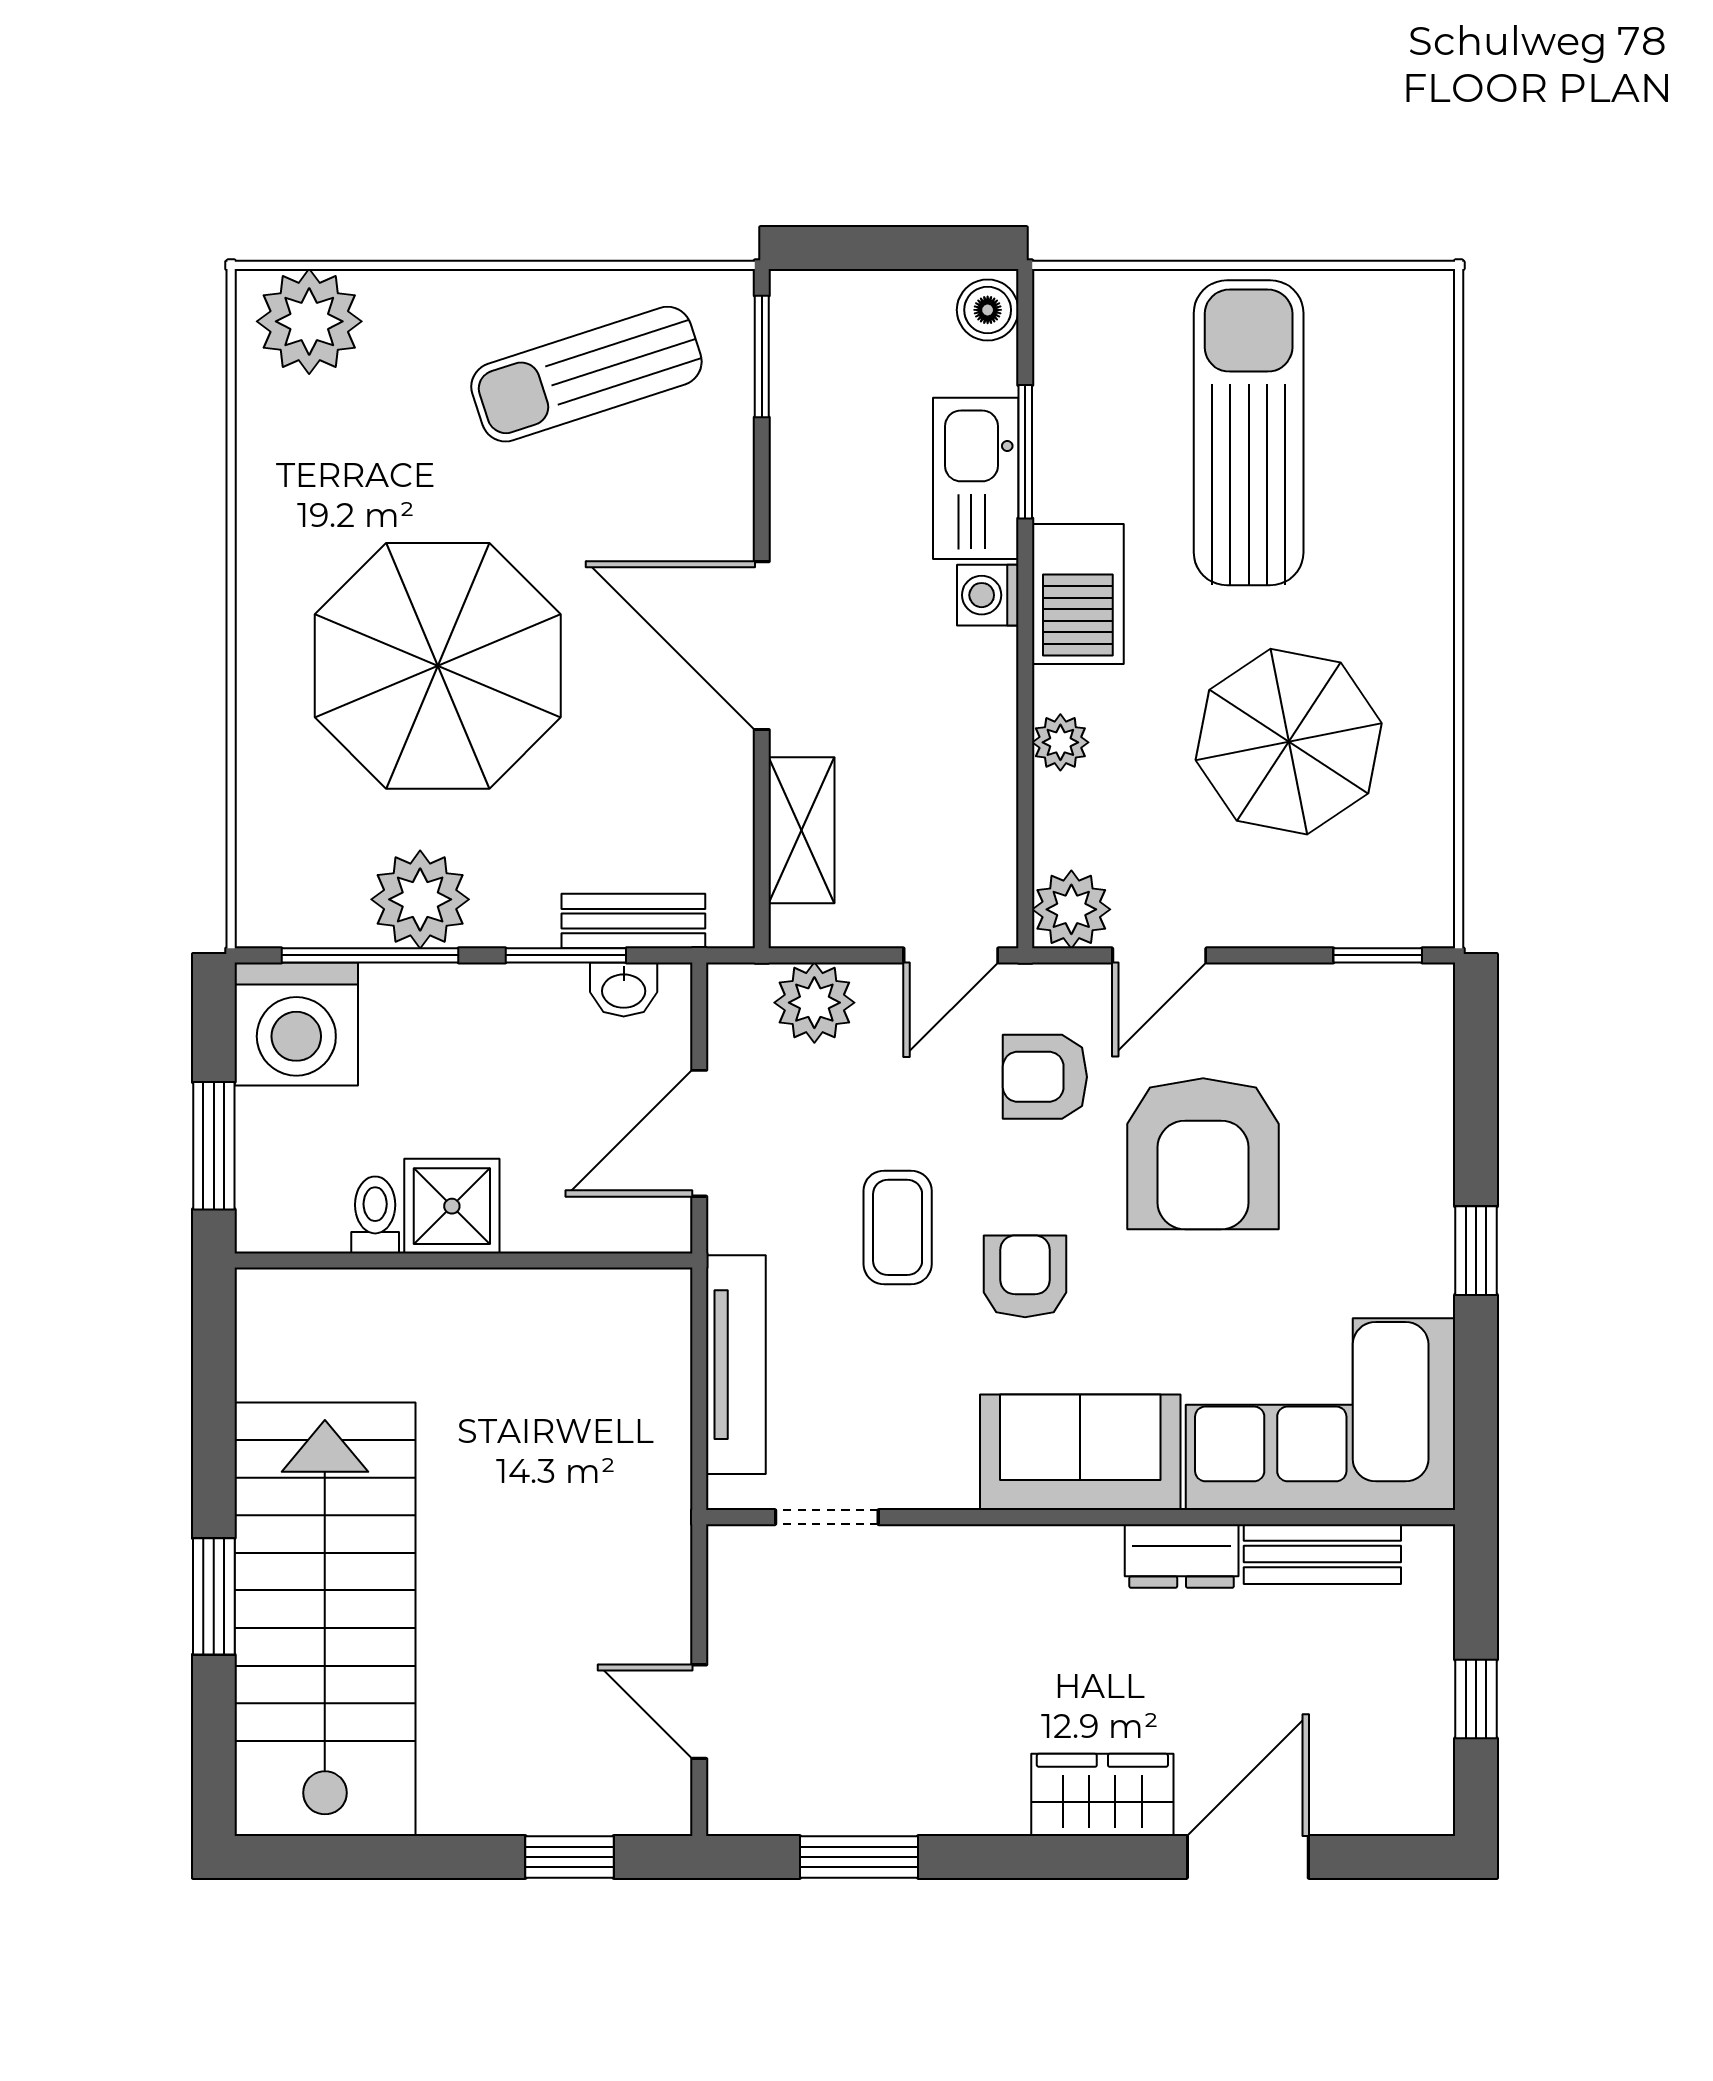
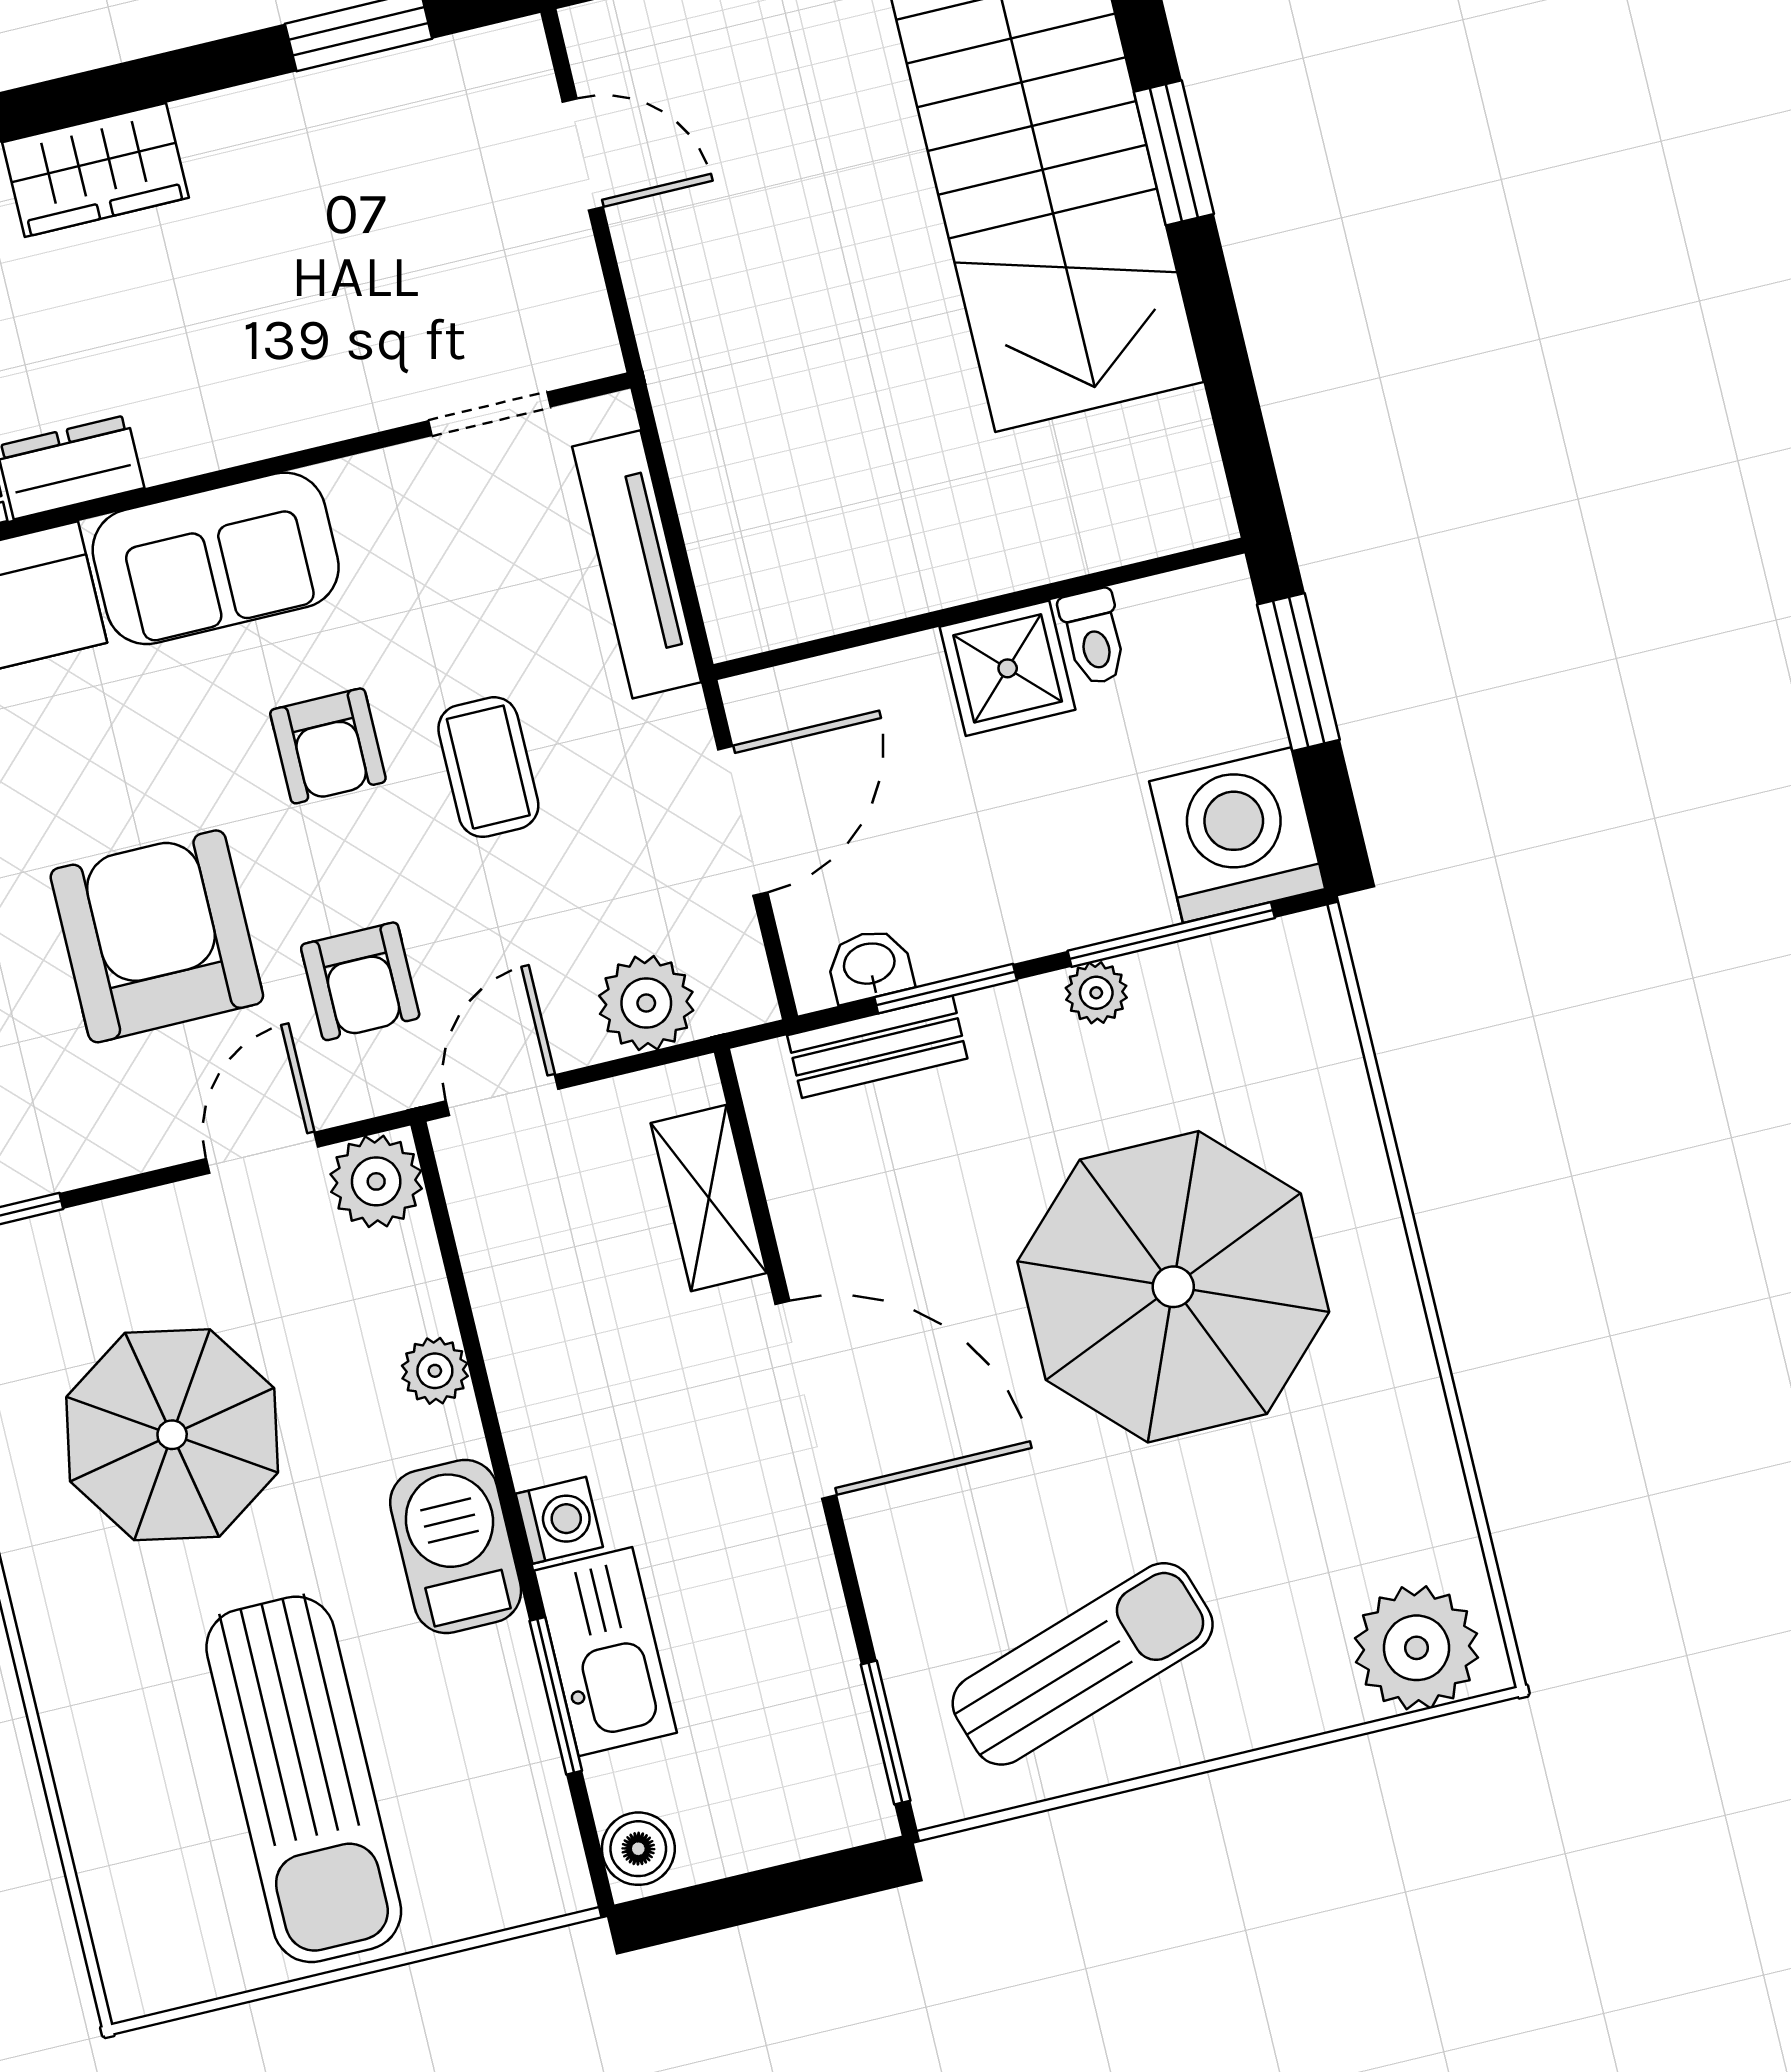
plant: (420, 899) -> (1096, 993), width x0.53, depth x0.53
armchair: (1045, 1077) -> (360, 981), turned 90

